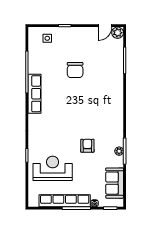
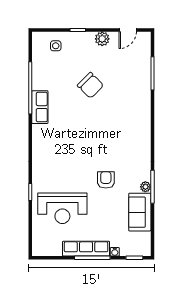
plant: (118, 33) -> (102, 39), moved
chair: (75, 70) -> (90, 85), turned -45
row of seats: (35, 94) -> (40, 107), width x0.68
reception desk: (53, 168) -> (62, 208), turned 180
sofa: (115, 183) -> (140, 212), moved
row of seats: (65, 201) -> (86, 249), width x0.73

